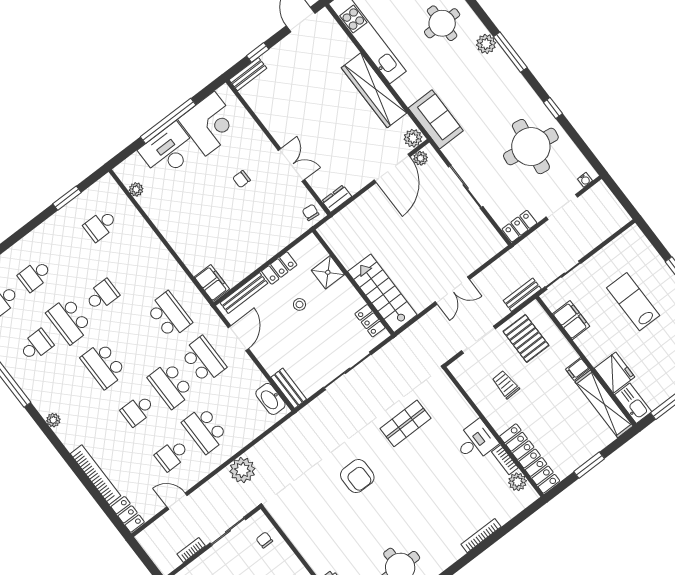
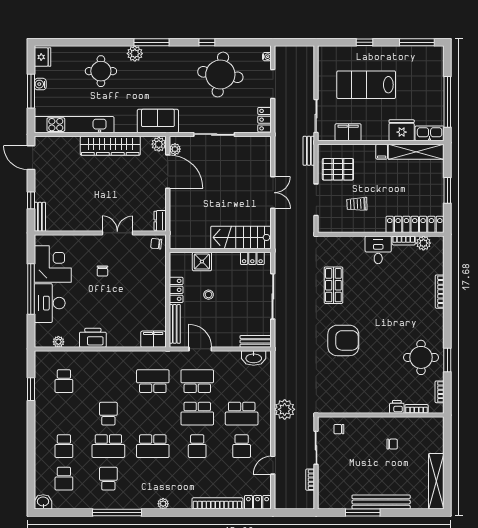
printer: (167, 221) -> (93, 338), added
lab bench: (633, 302) -> (366, 85), width x1.36, depth x1.39
armchair: (357, 476) -> (343, 340), width x1.36, depth x1.36

